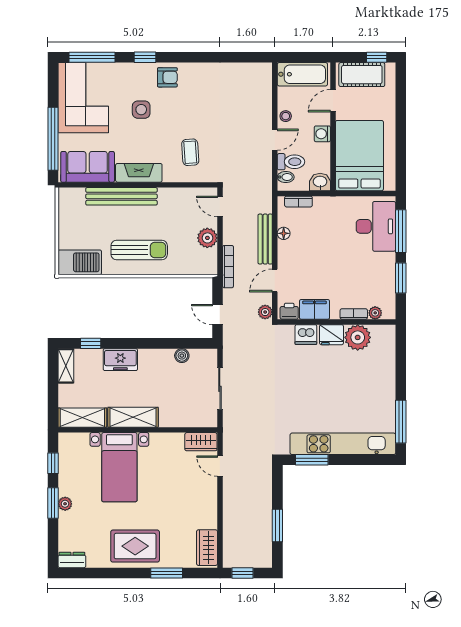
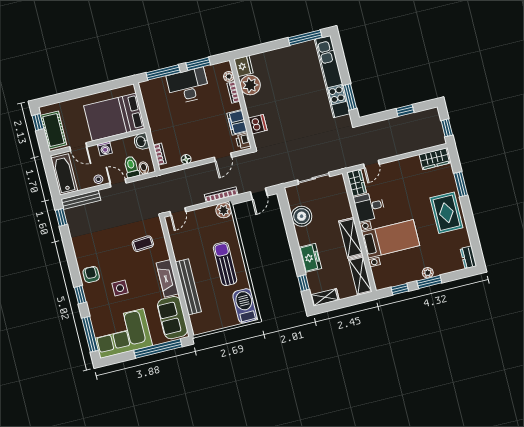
window: (249, 57) -> (61, 217), added
desk: (376, 226) -> (188, 86), moved
plant: (207, 238) -> (224, 210), moved
bench: (265, 239) -> (81, 200), moved
door: (275, 281) -> (223, 157), hinge flipped
plant: (265, 312) -> (248, 159), removed
fridge: (332, 335) -> (243, 66), moved
boiler: (182, 356) -> (302, 216), width x1.86, depth x1.86
desk: (167, 451) -> (369, 207), added
window: (277, 526) -> (405, 110), width x0.67

